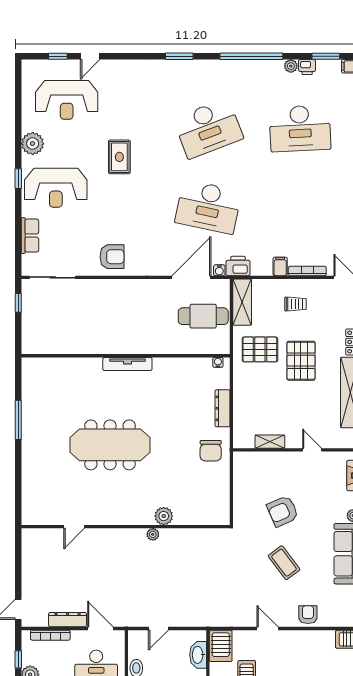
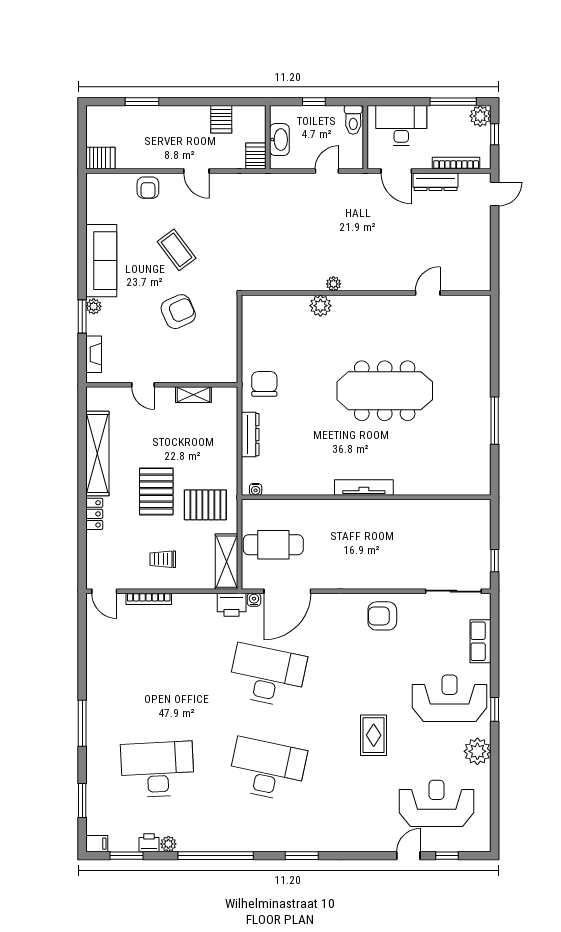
desk: (208, 128) -> (267, 769), turned 33
filing cabinet: (280, 266) -> (181, 604), removed
server rack: (221, 646) -> (256, 156), width x0.73, depth x0.70

